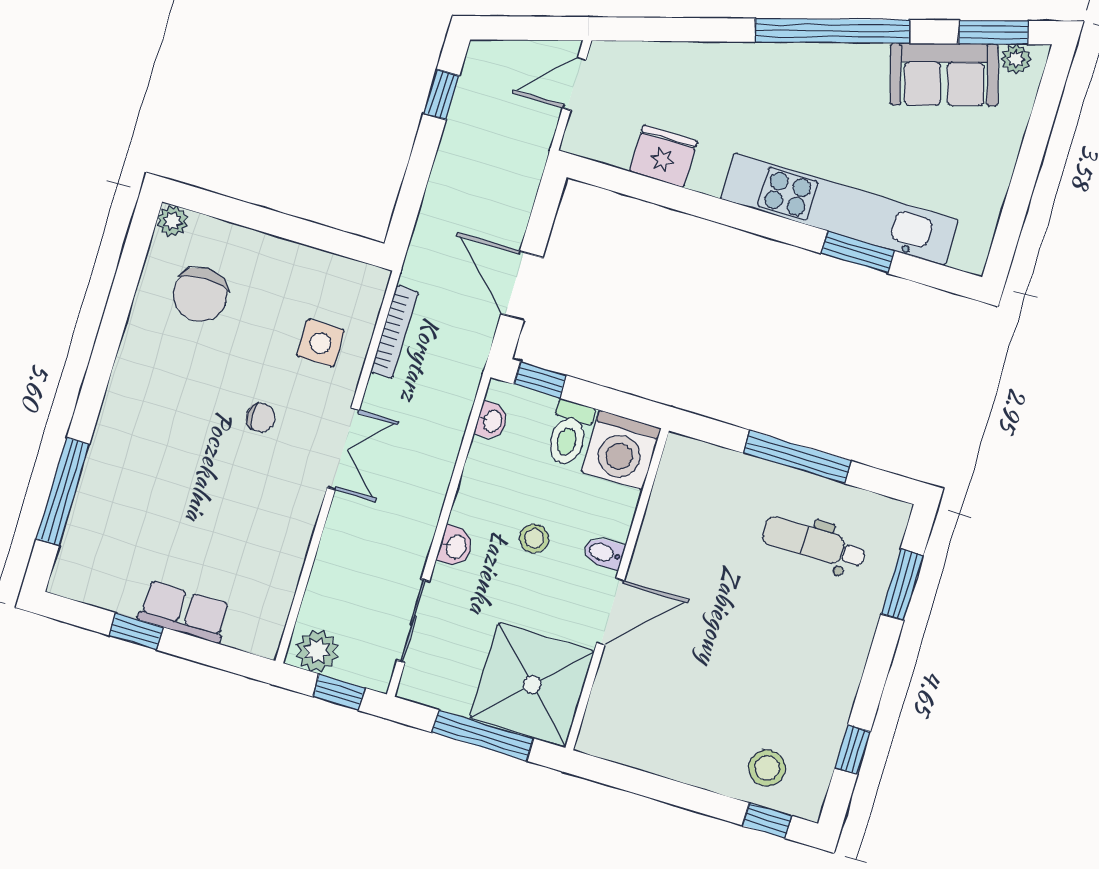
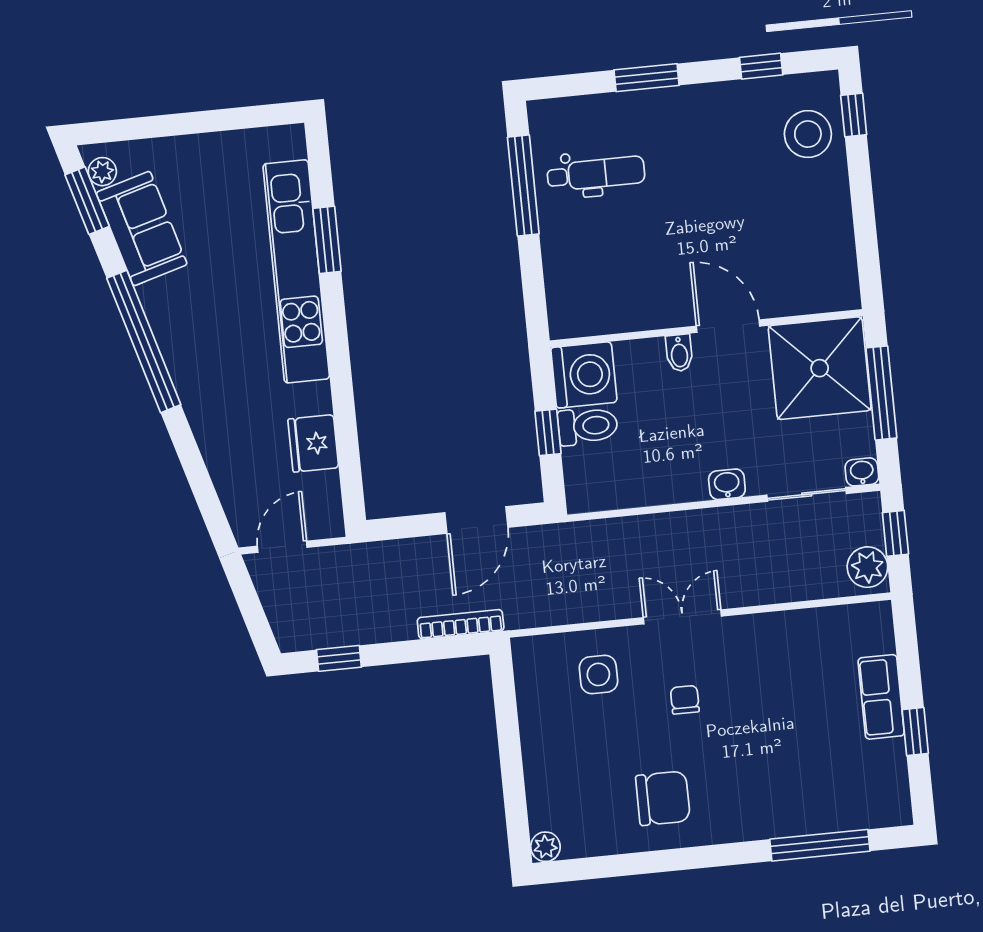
door: (574, 84) -> (282, 547), swing flipped
chair: (200, 295) -> (663, 798), moved
bookcase: (394, 332) -> (461, 624), moved
window: (540, 380) -> (548, 432), moved
washbasin: (492, 421) -> (862, 472), moved
window: (797, 457) -> (523, 186), moved
stool: (534, 538) -> (692, 419), removed
dental chair: (814, 543) -> (596, 174), turned -90
window: (902, 585) -> (647, 78), moved
stool: (767, 768) -> (808, 134), width x1.38, depth x1.38

